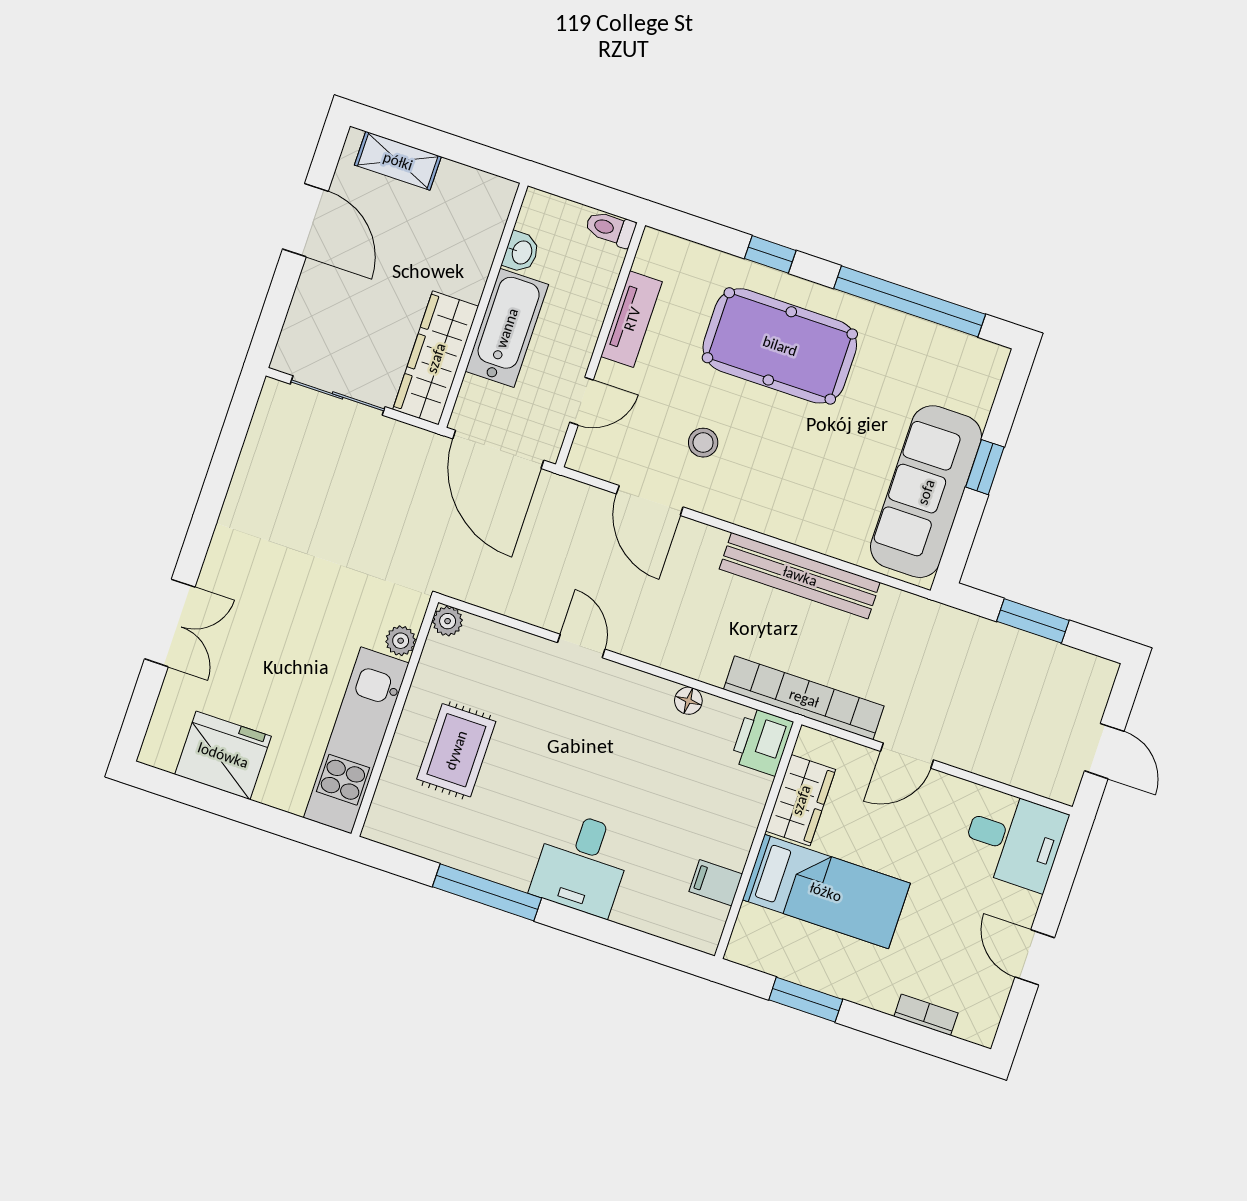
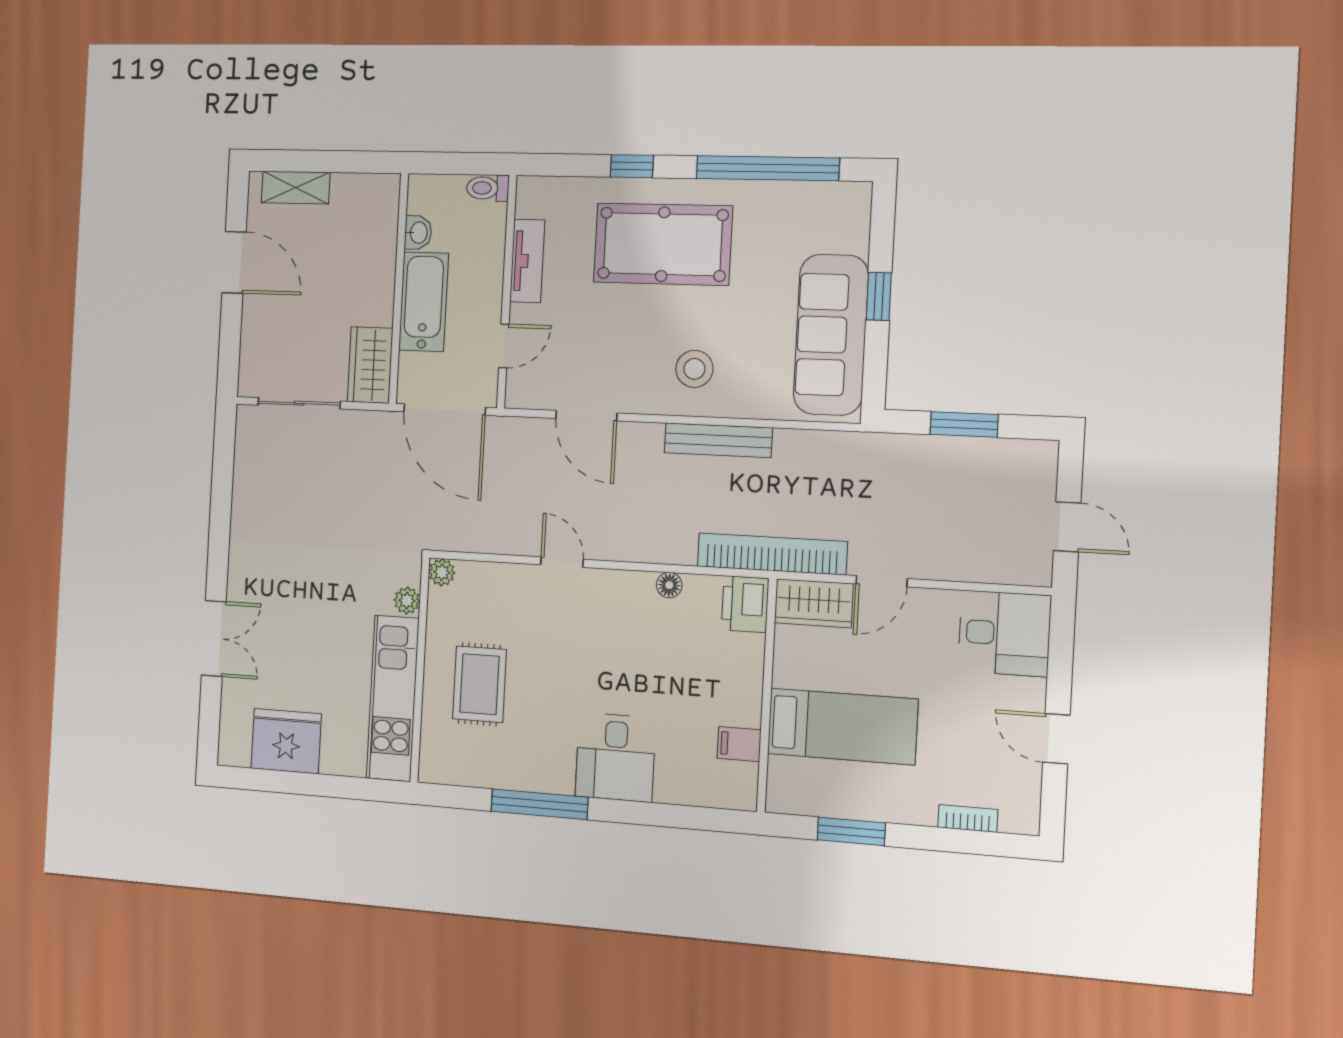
wardrobe: (436, 358) -> (370, 365), width x0.67
stool: (703, 443) -> (694, 369), moved, width x1.37, depth x1.37
bench: (800, 576) -> (718, 440), width x0.73, depth x0.82
wardrobe: (801, 800) -> (814, 603), moved, turned 90

